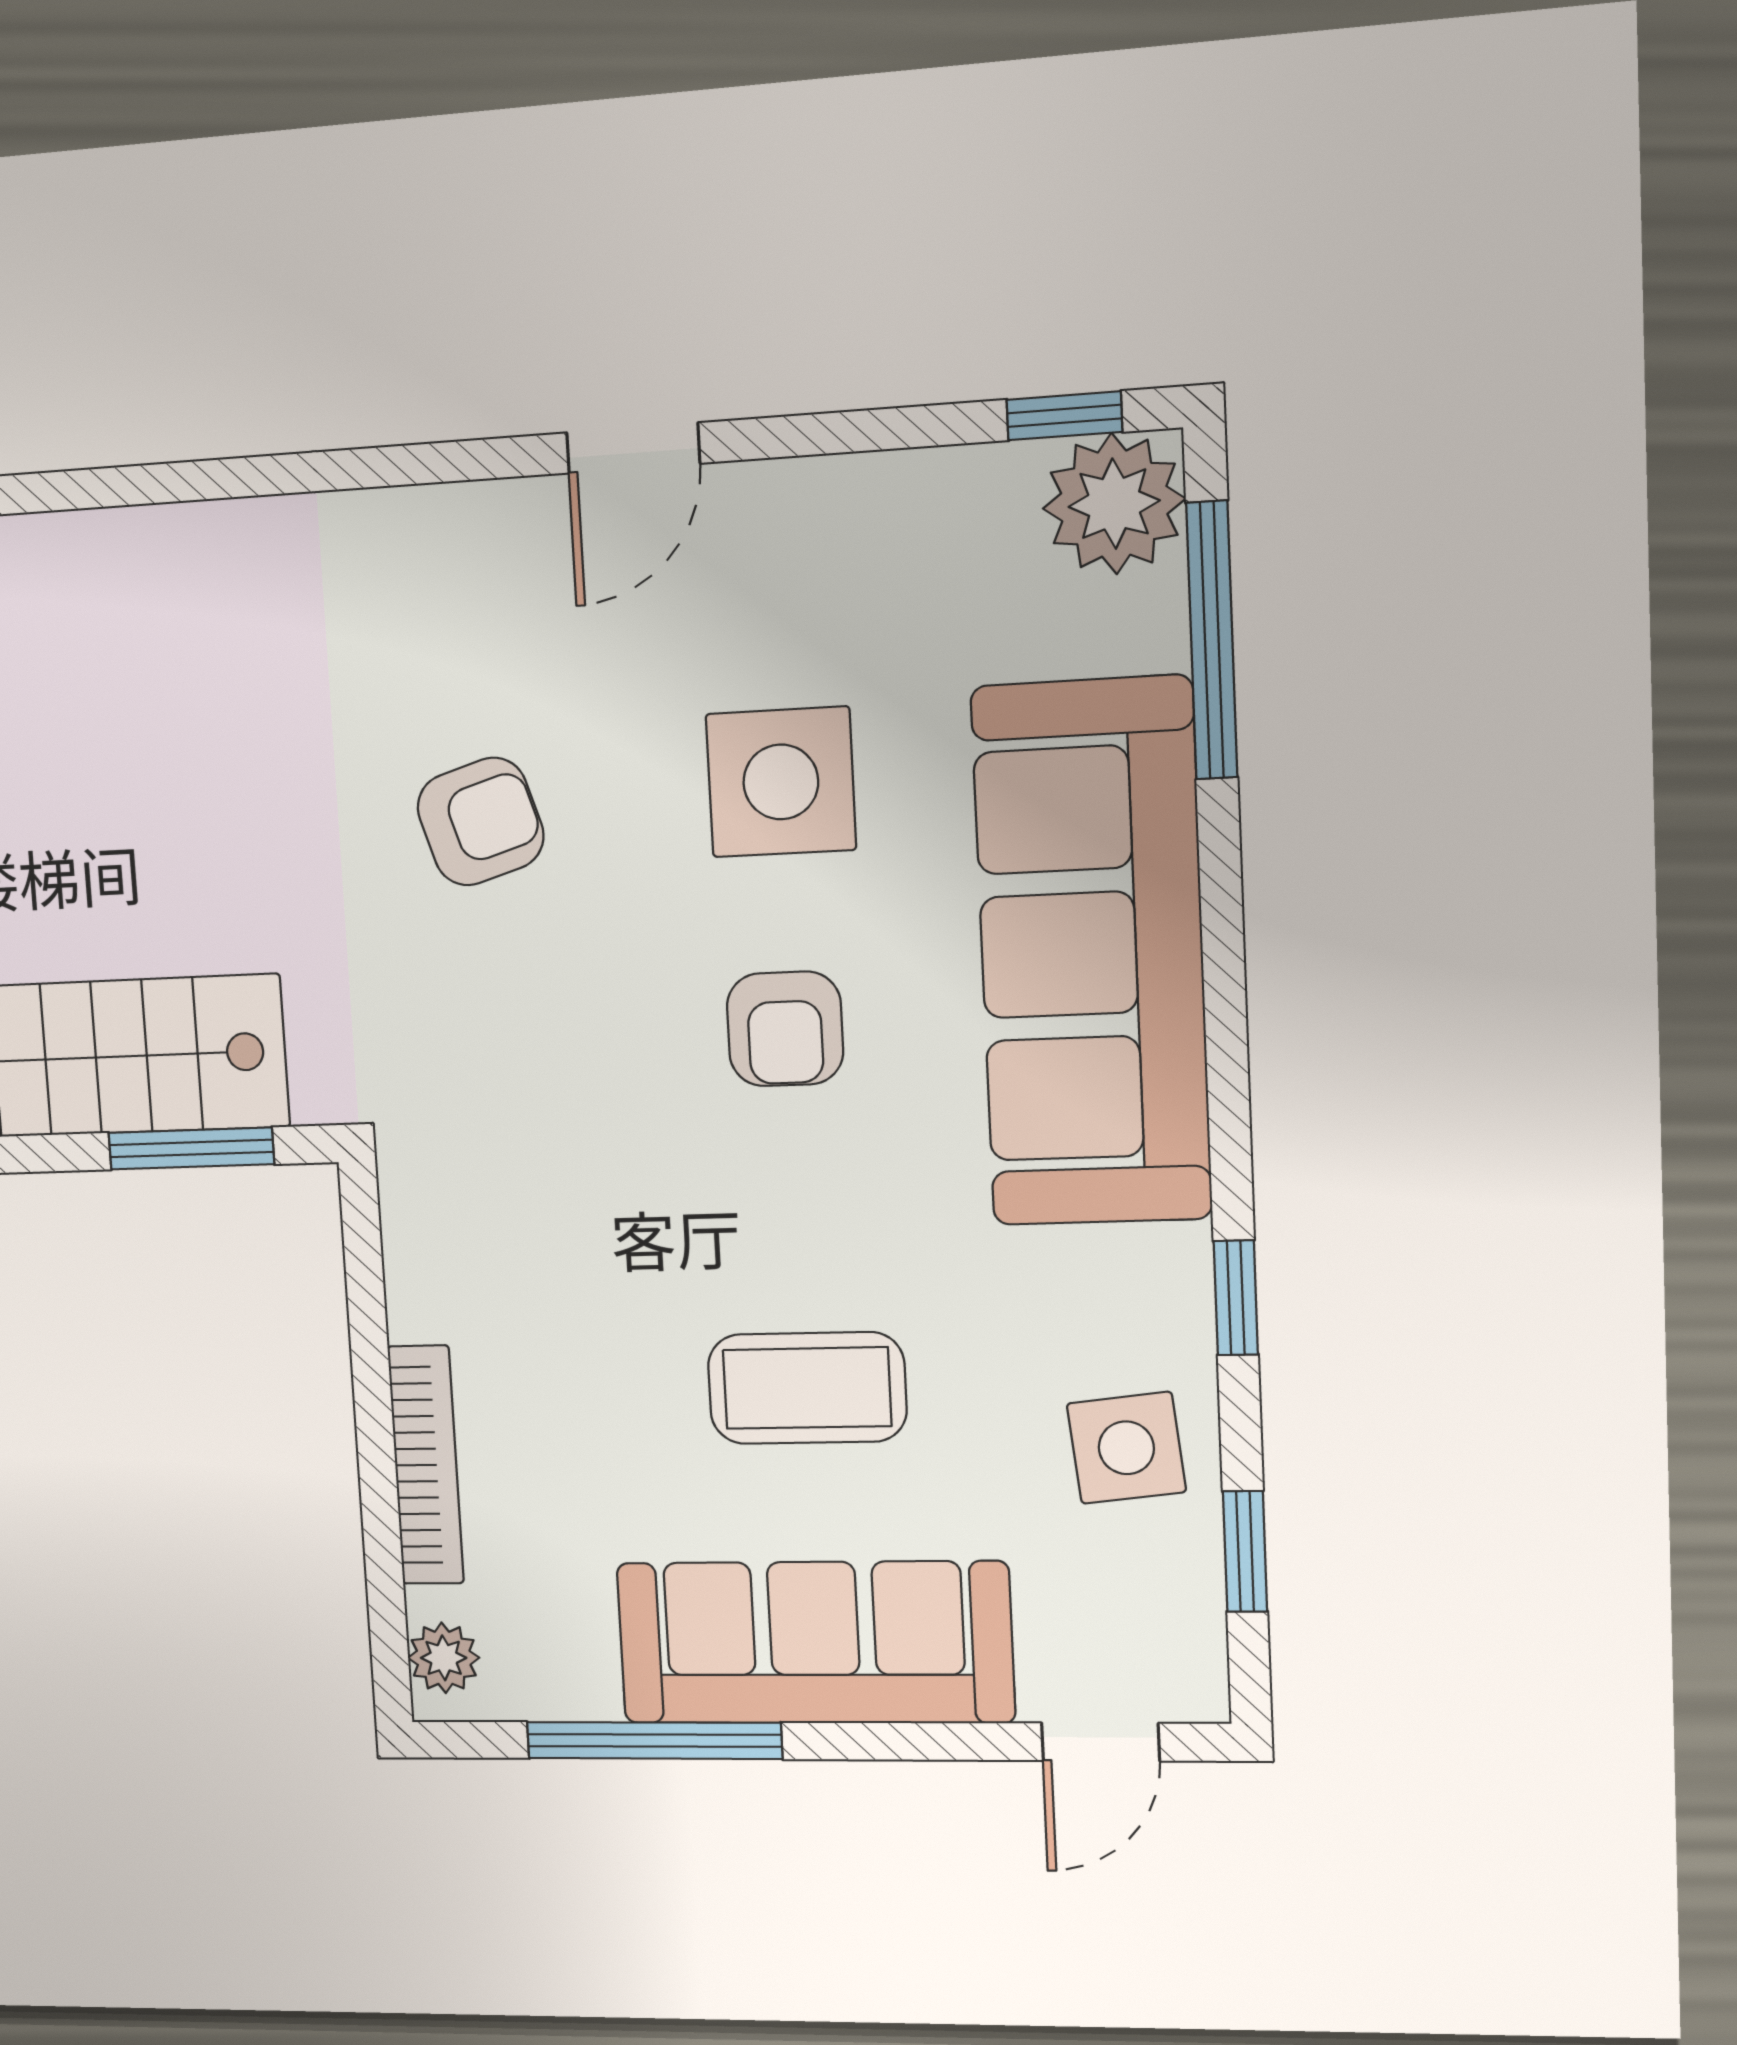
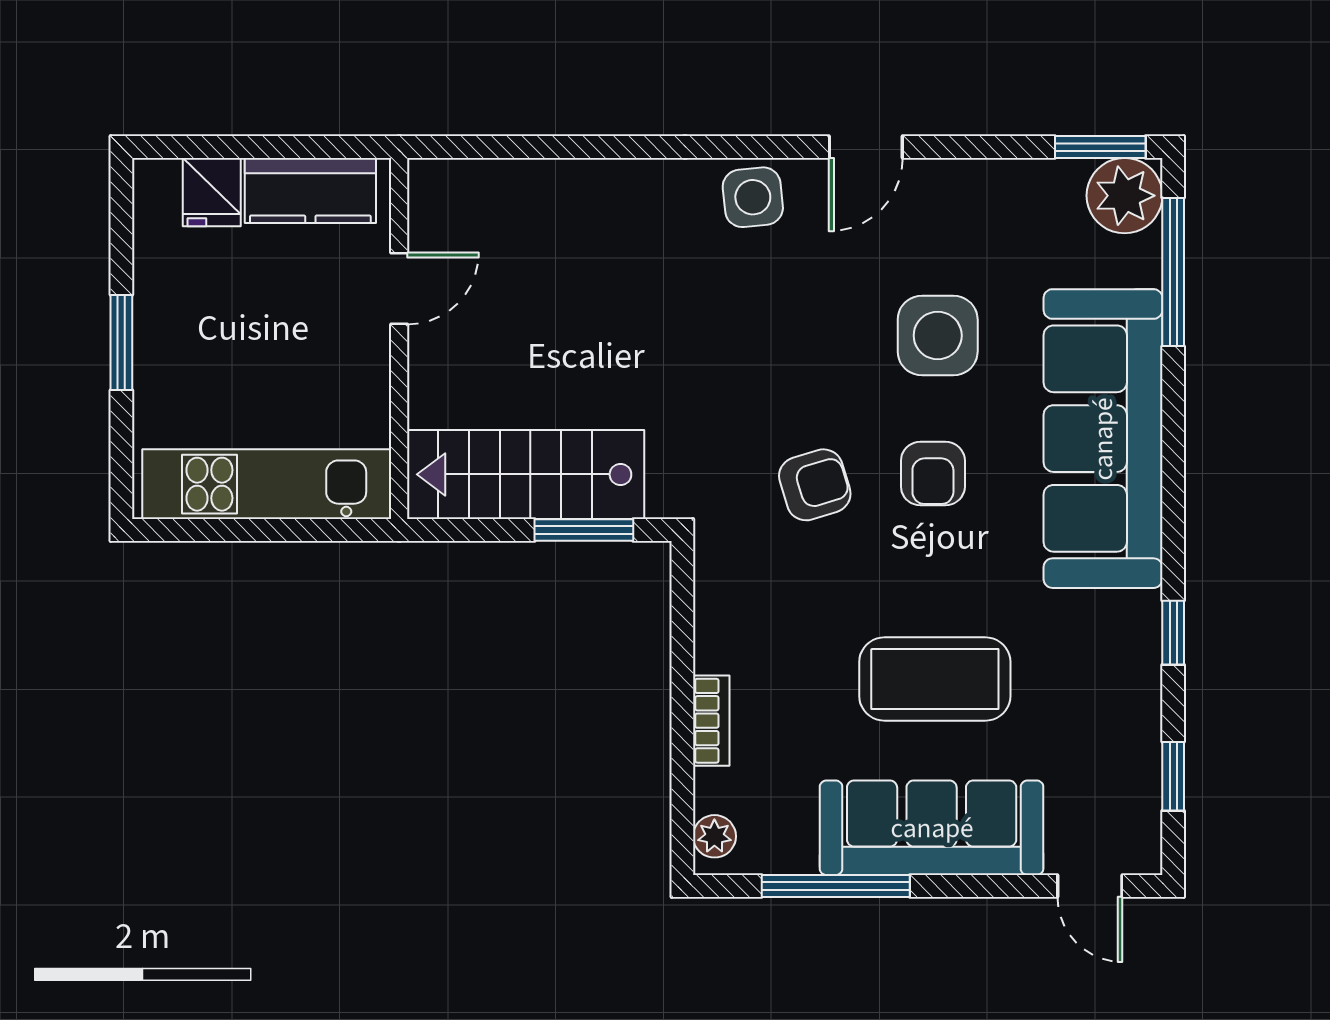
window: (1064, 416) -> (1100, 147), width x1.50
armchair: (480, 822) -> (815, 485), moved
coffee table: (807, 1388) -> (935, 679), width x1.36, depth x1.32
side table: (1126, 1448) -> (753, 197), moved
bookcase: (426, 1465) -> (711, 721), width x0.64
door: (1100, 1742) -> (1090, 886), hinge flipped

